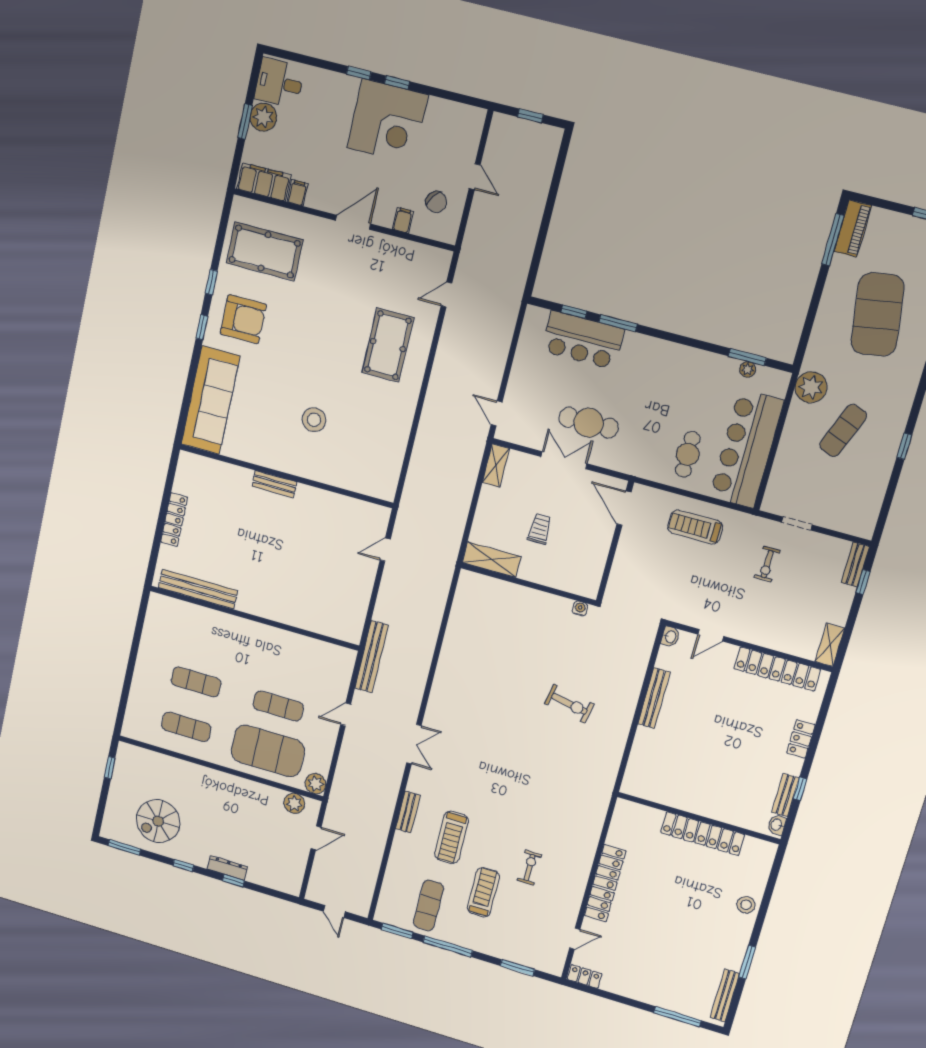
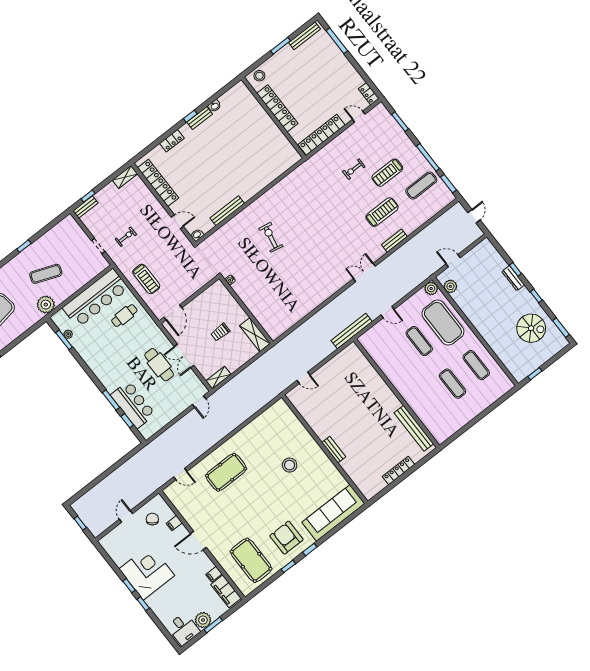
wall: (698, 818) -> (273, 118), moved
locker: (703, 834) -> (277, 108), moved

